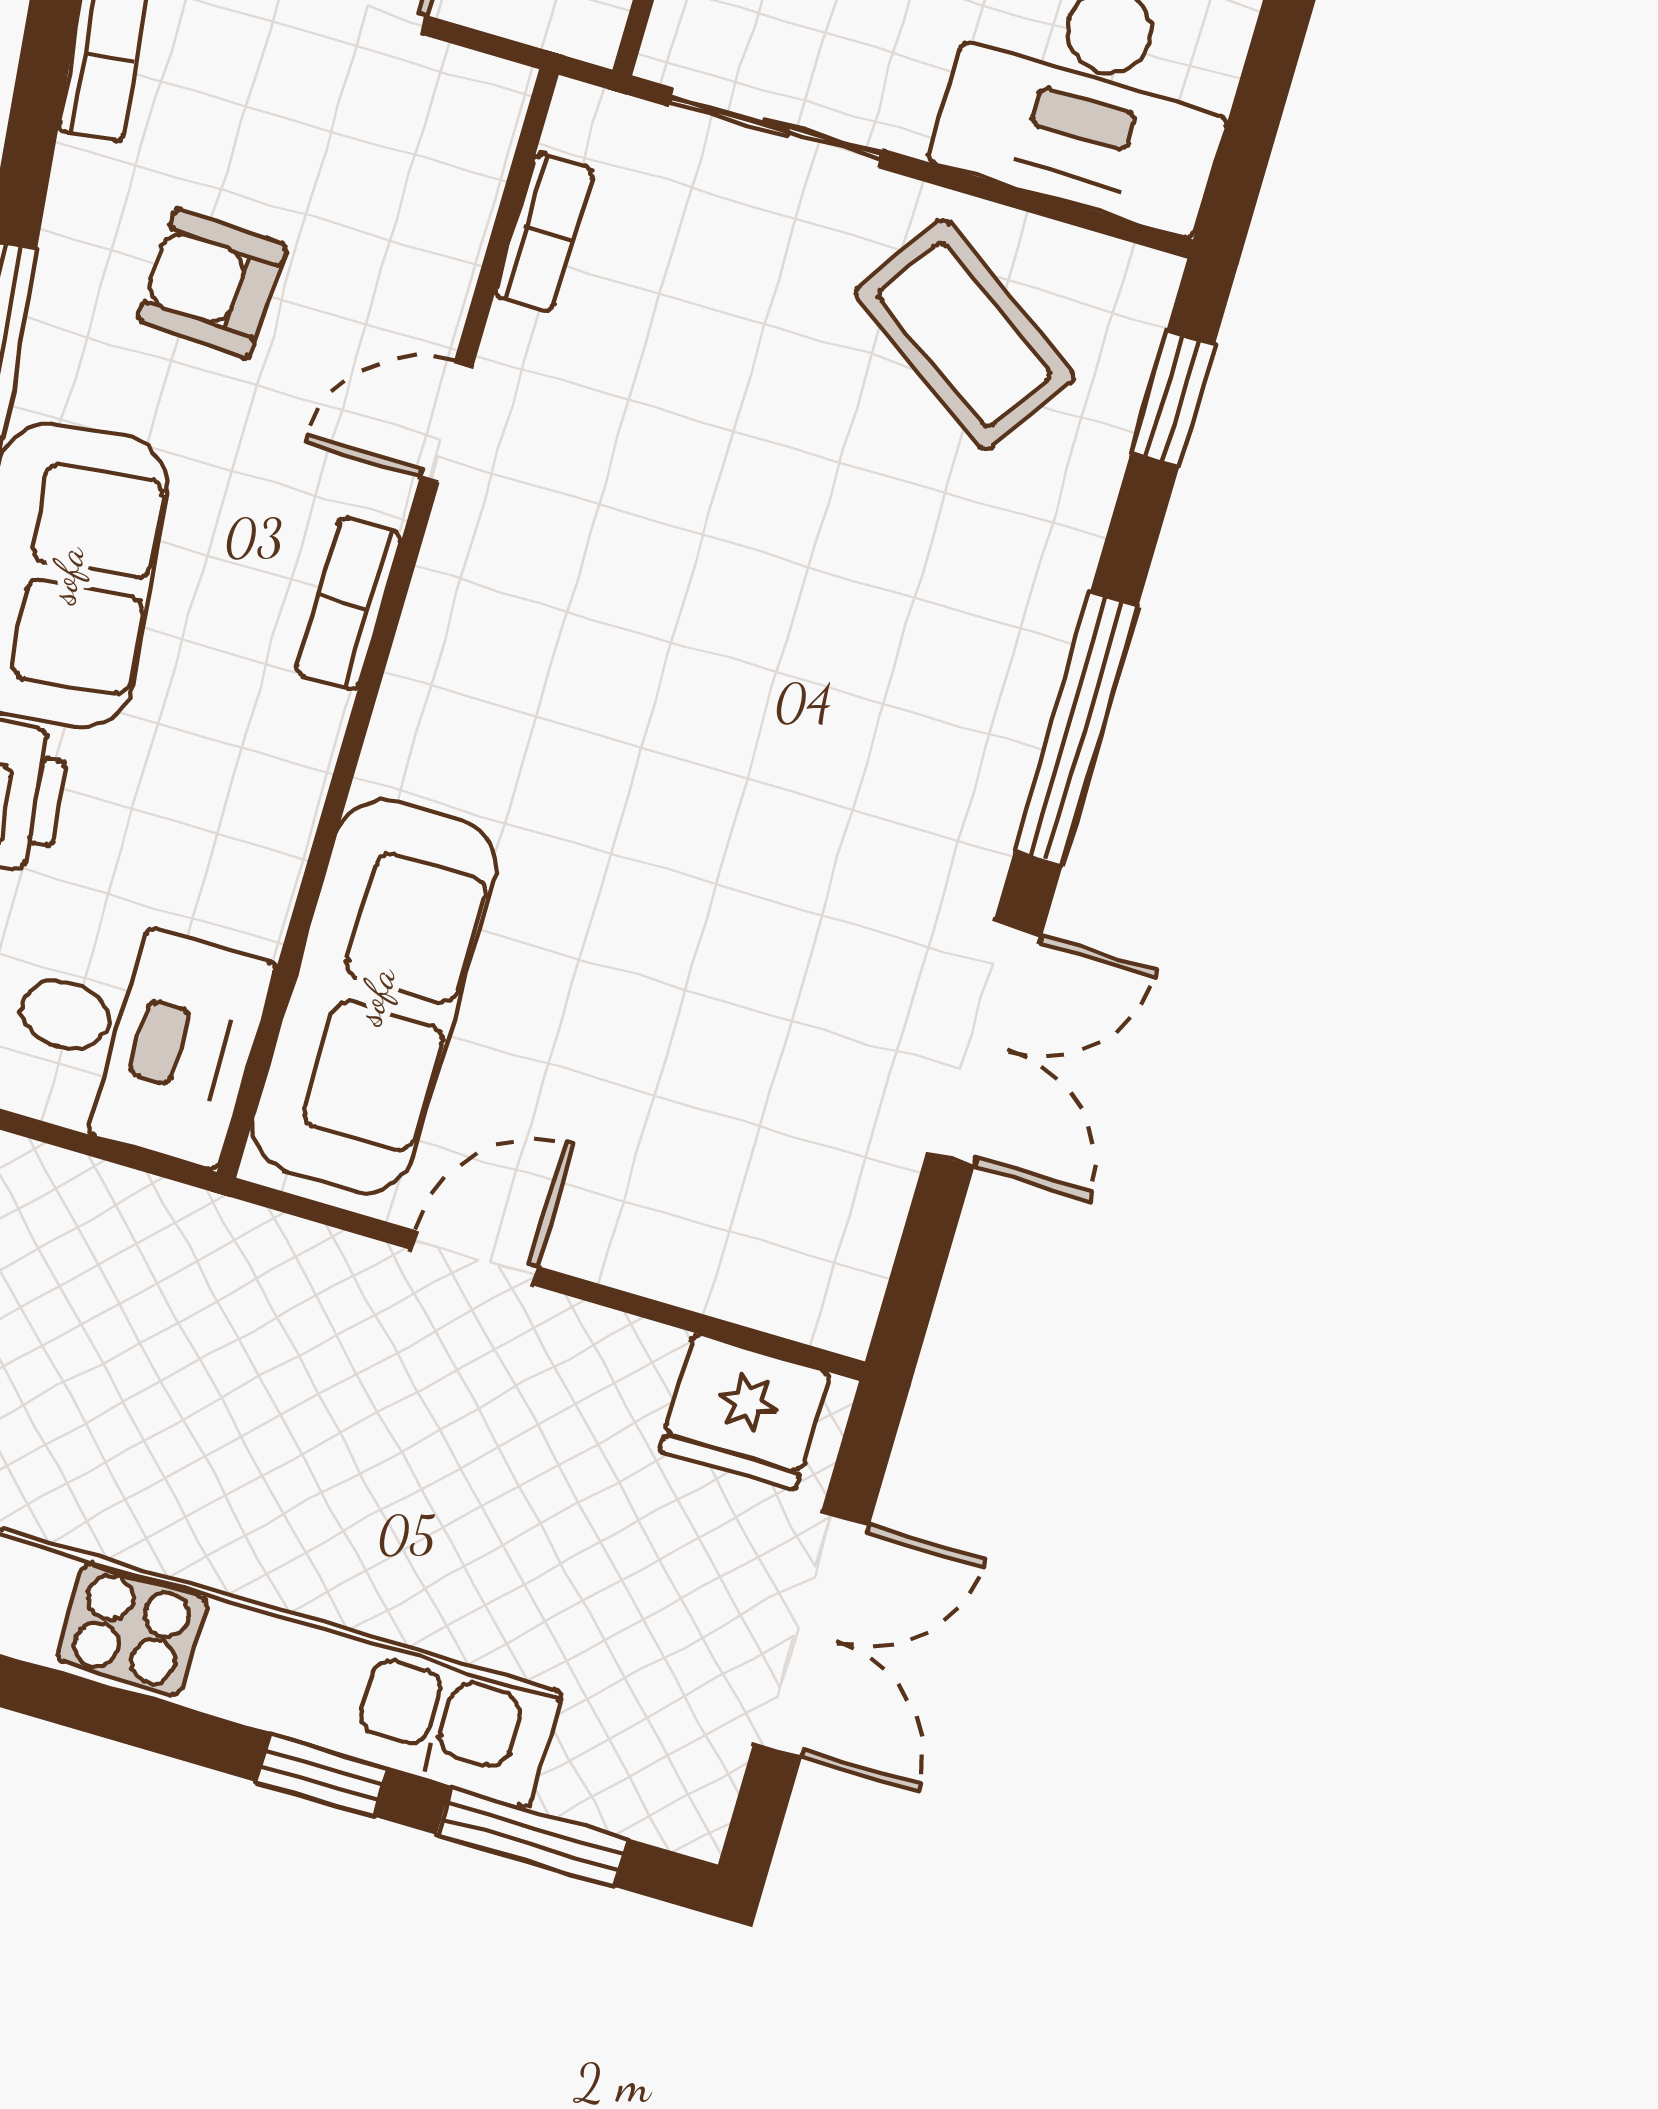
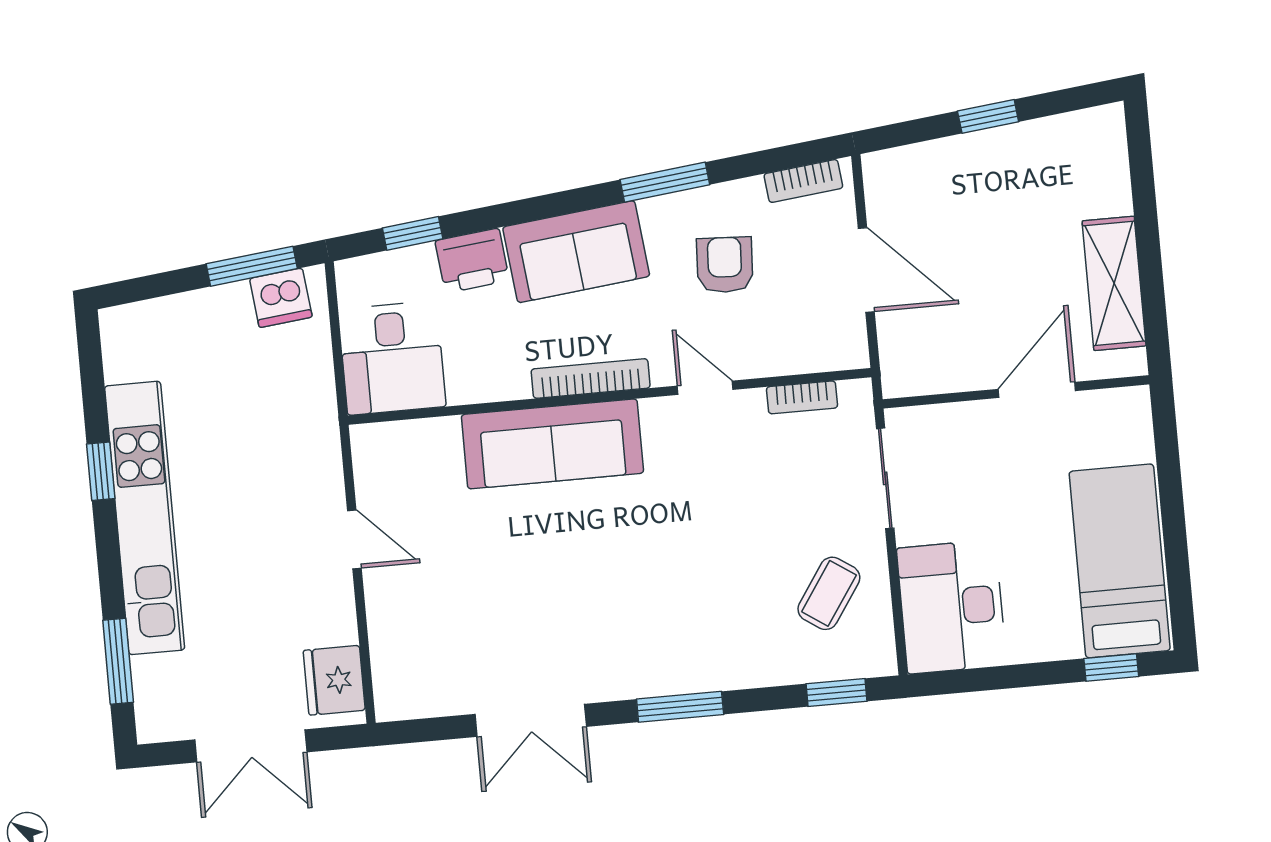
coffee table: (965, 335) -> (829, 593), width x0.73, depth x0.77
bookcase: (349, 603) -> (591, 379), width x1.56
window: (1076, 729) -> (680, 707), width x0.69
sofa: (375, 996) -> (552, 444), moved
window: (322, 1775) -> (101, 471), moved

